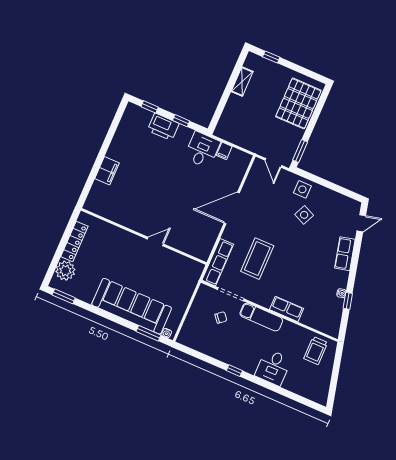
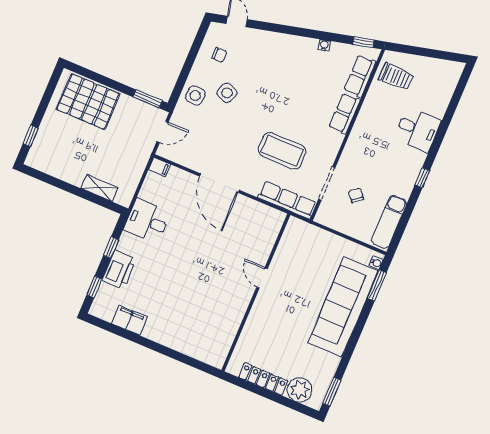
shelving: (242, 81) -> (99, 188), moved
filing cabinet: (224, 151) -> (159, 167), moved
filing cabinet: (107, 171) -> (129, 320), moved
chair: (335, 209) -> (219, 55), added
row of seats: (345, 254) -> (360, 76), moved, turned 104
window: (348, 301) -> (363, 42), moved
exam couch: (261, 317) -> (389, 222), moved, turned 180

